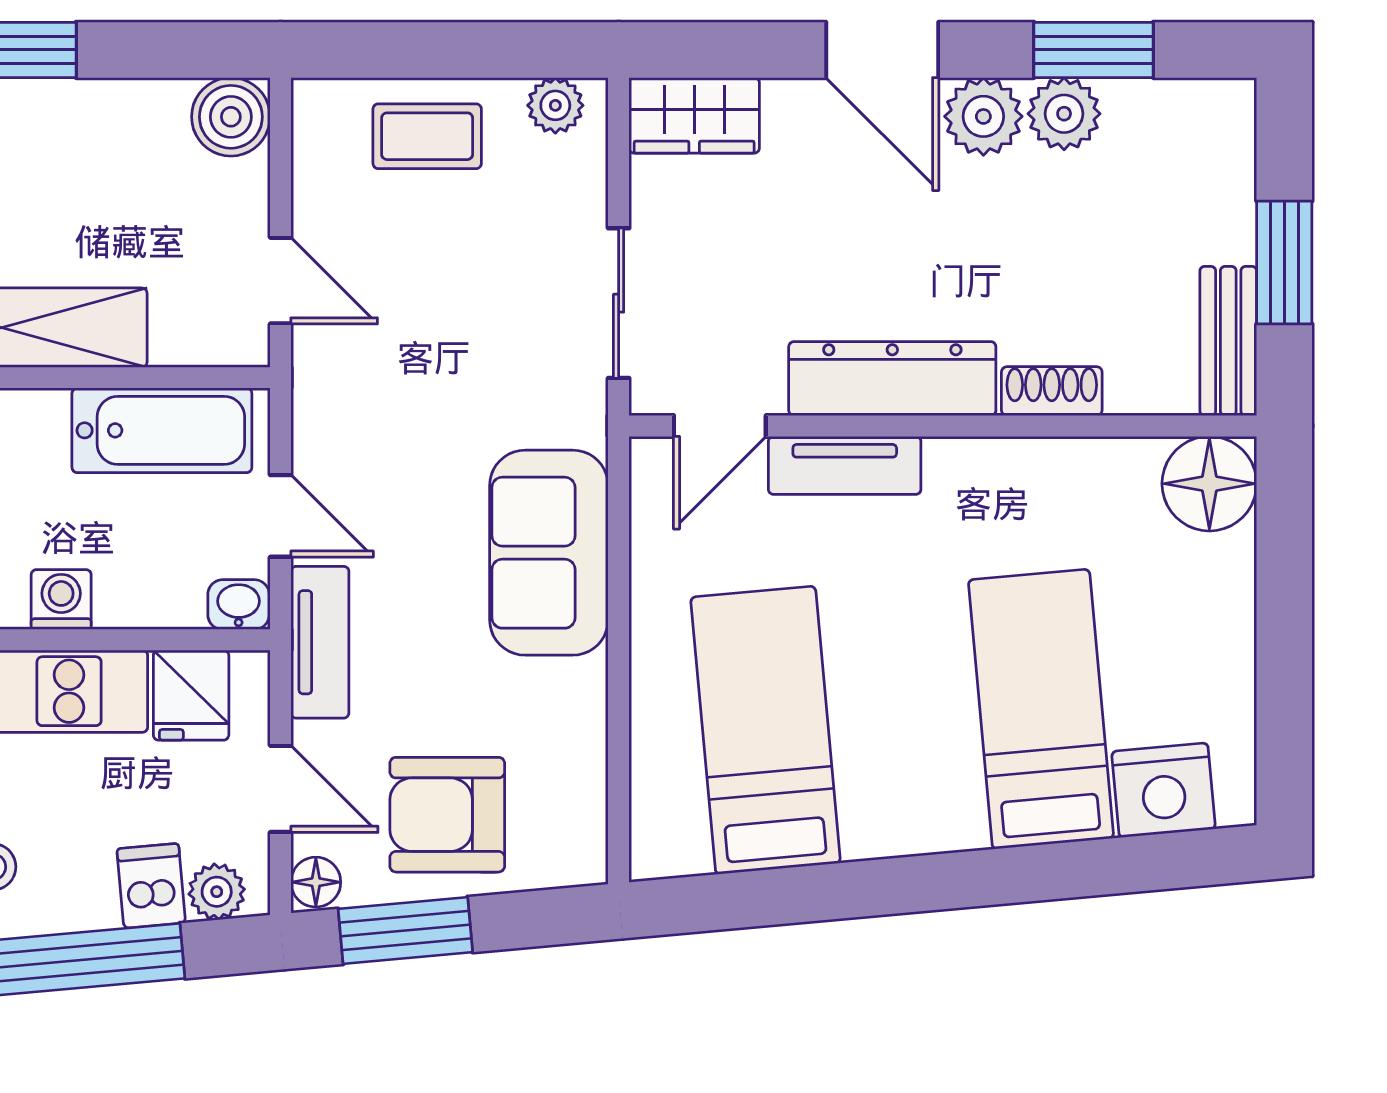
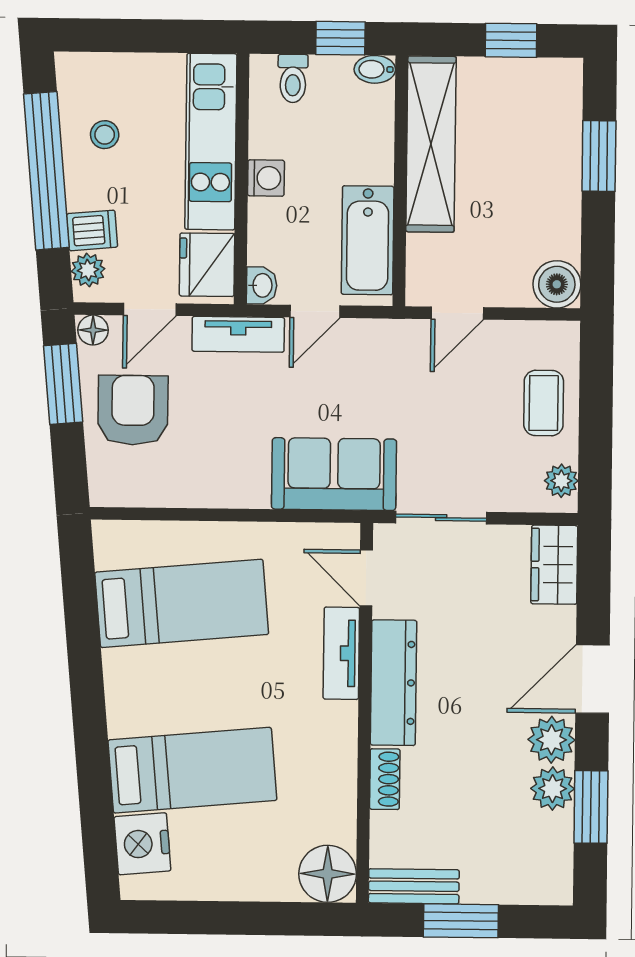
sofa: (549, 553) -> (334, 474), moved
fridge: (191, 695) -> (207, 265), width x1.38

